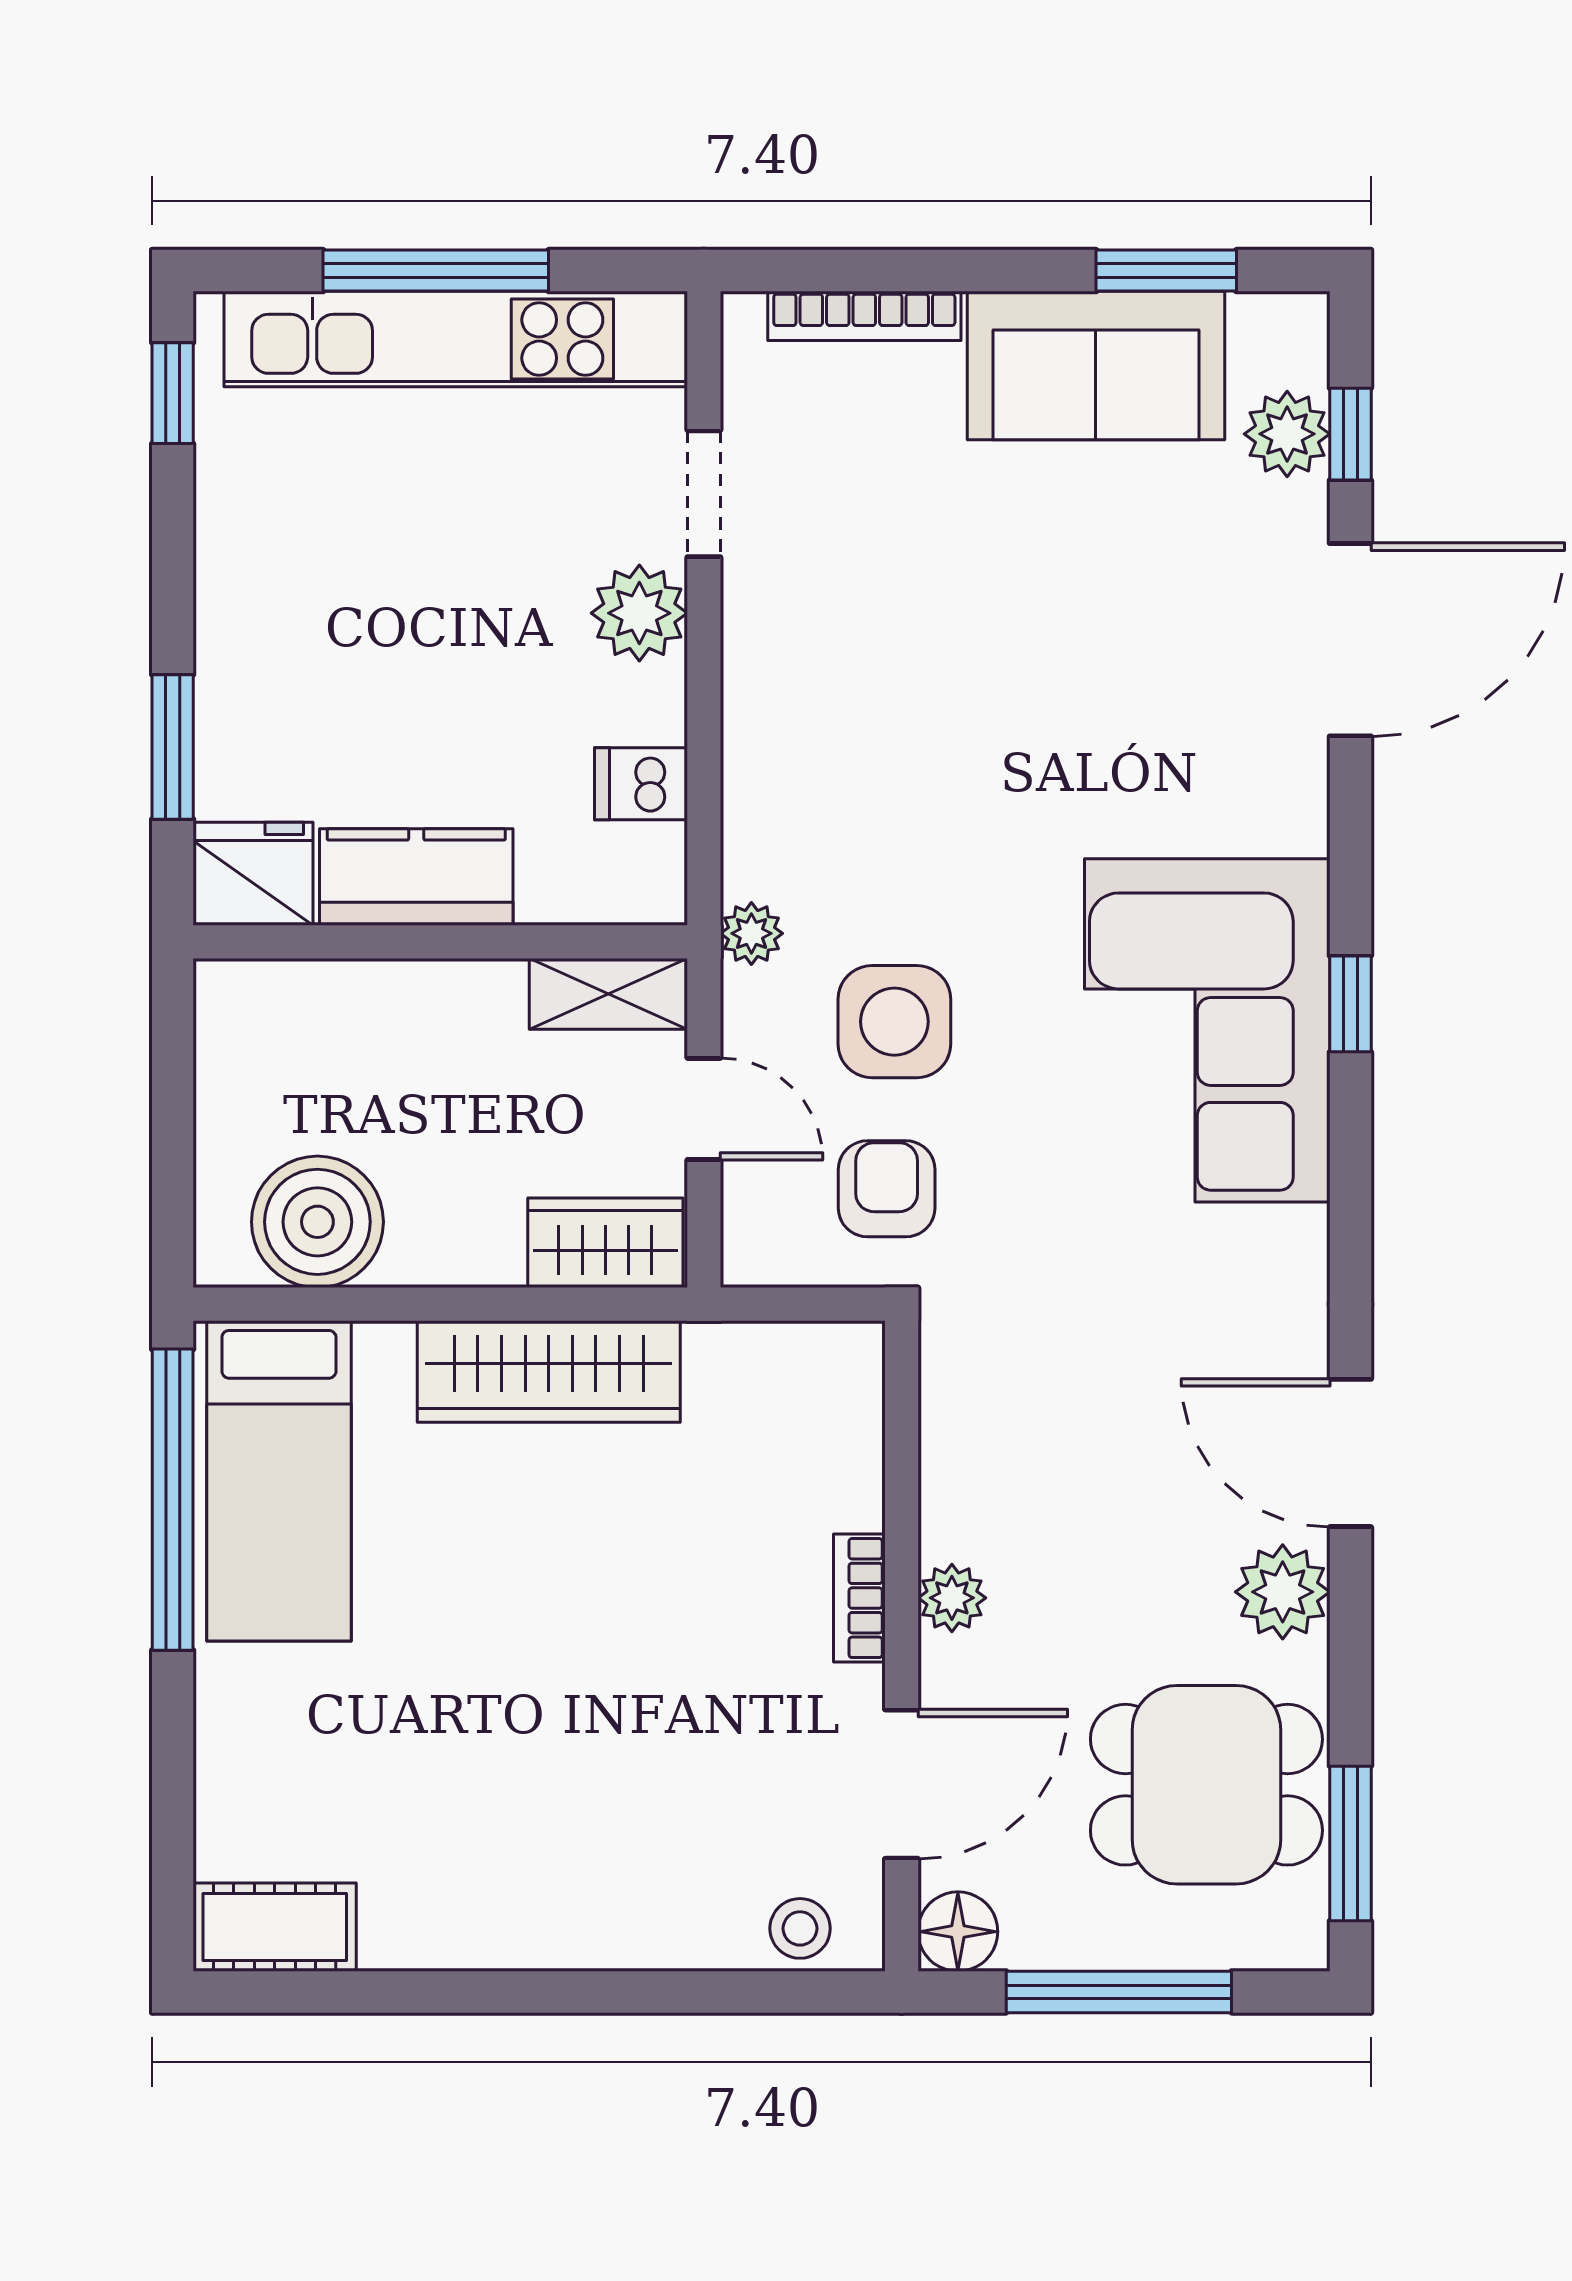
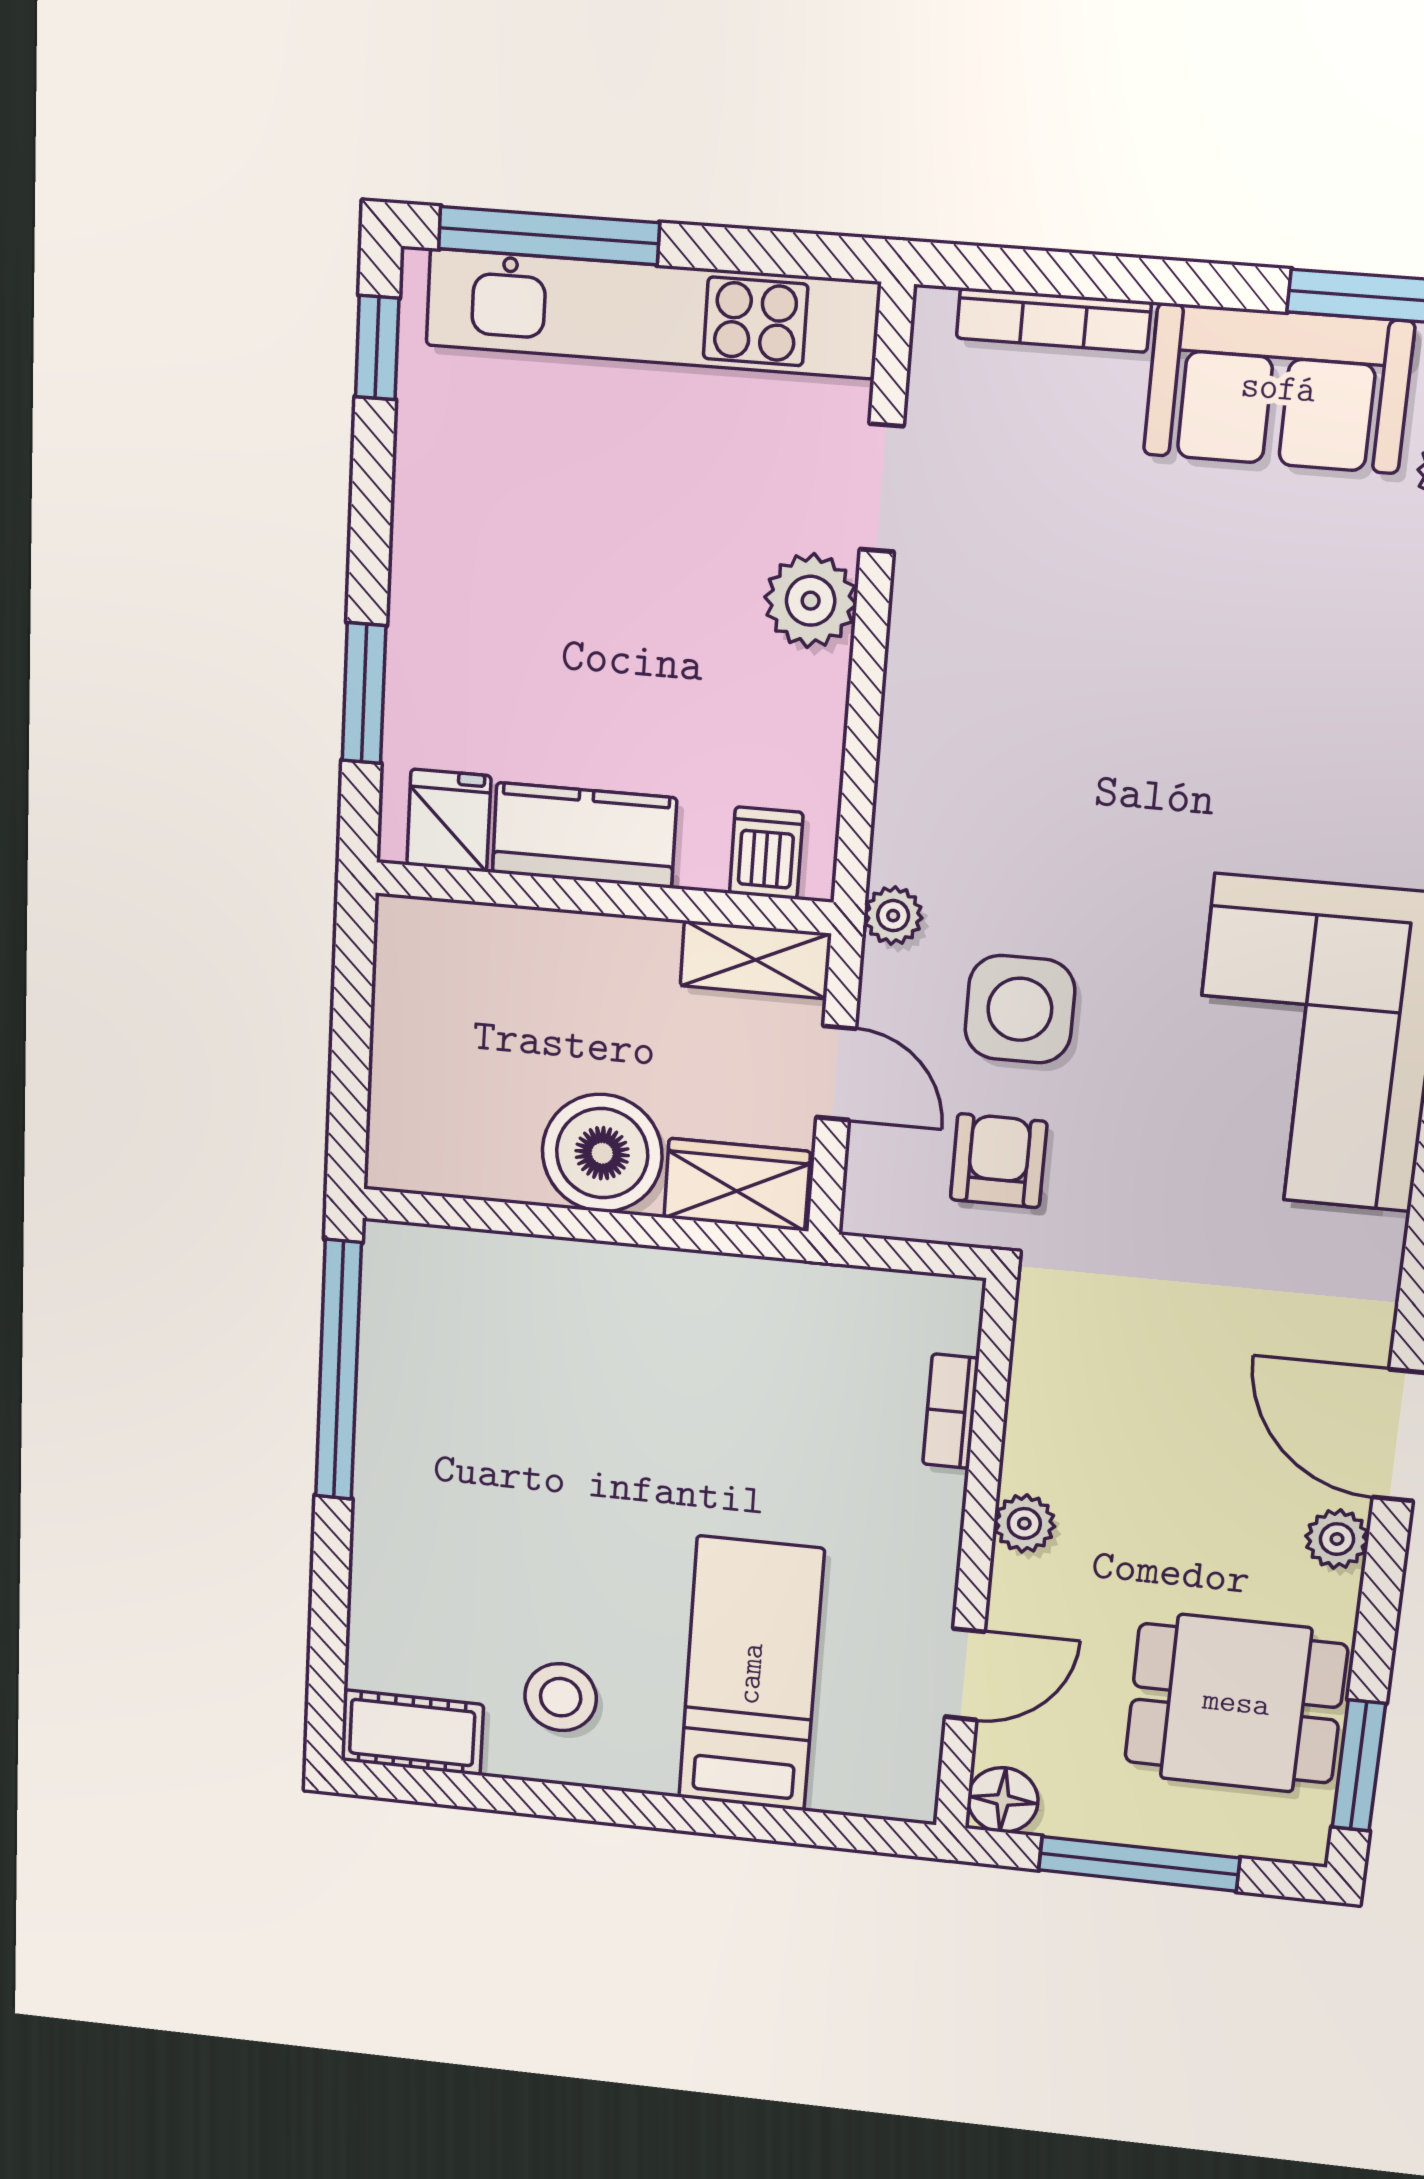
window: (436, 271) -> (549, 236), moved
dishwasher: (641, 784) -> (766, 853), moved, turned 90
fridge: (253, 874) -> (449, 821), width x0.72
boiler: (317, 1222) -> (602, 1153), moved
wardrobe: (549, 1371) -> (678, 1293), removed
bed: (279, 1481) -> (751, 1674), moved, turned 180
plant: (1283, 1592) -> (1337, 1539), width x0.73, depth x0.73
bookcase: (859, 1598) -> (951, 1411), moved
door: (902, 1784) -> (965, 1674), width x0.73
stool: (800, 1928) -> (561, 1697), moved, width x1.37, depth x1.37

